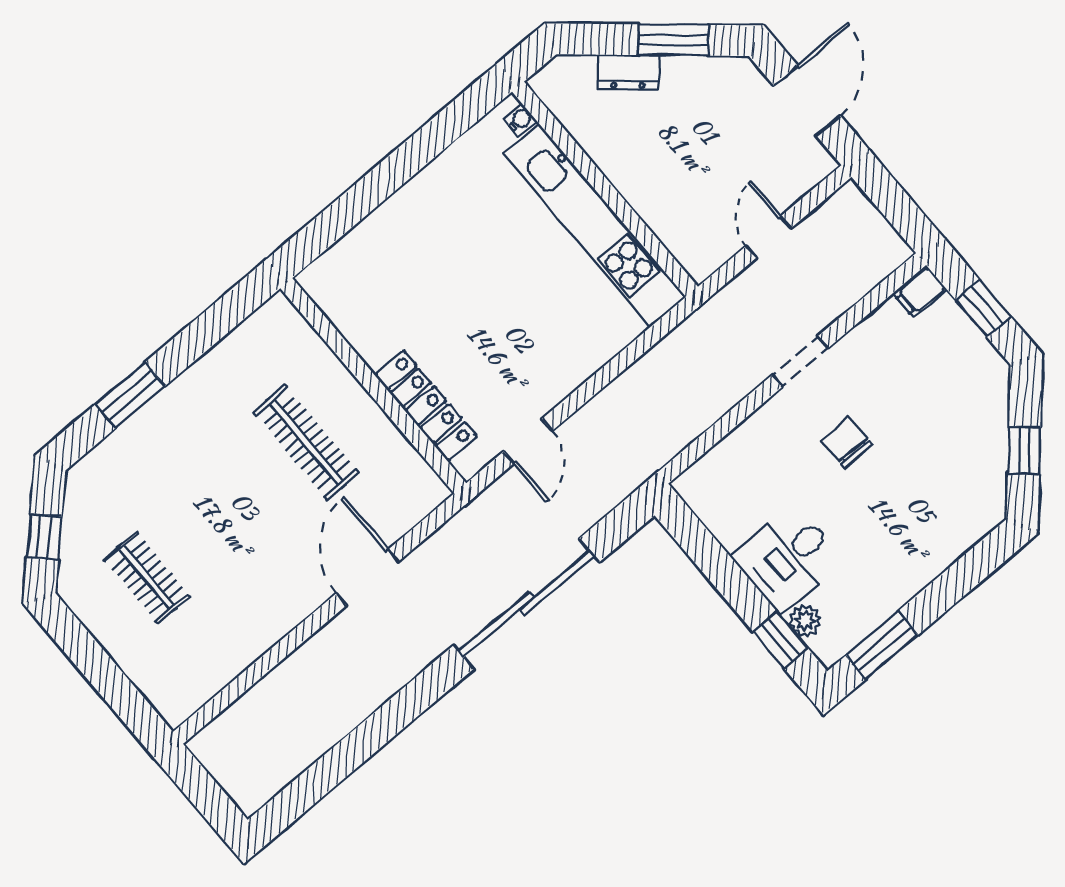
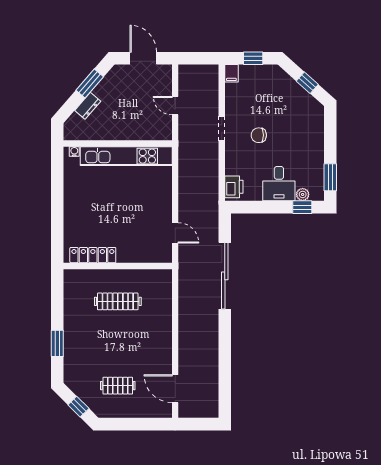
locker: (426, 406) -> (93, 255), moved
printer: (709, 478) -> (234, 187), added
door: (367, 577) -> (175, 389), moved

